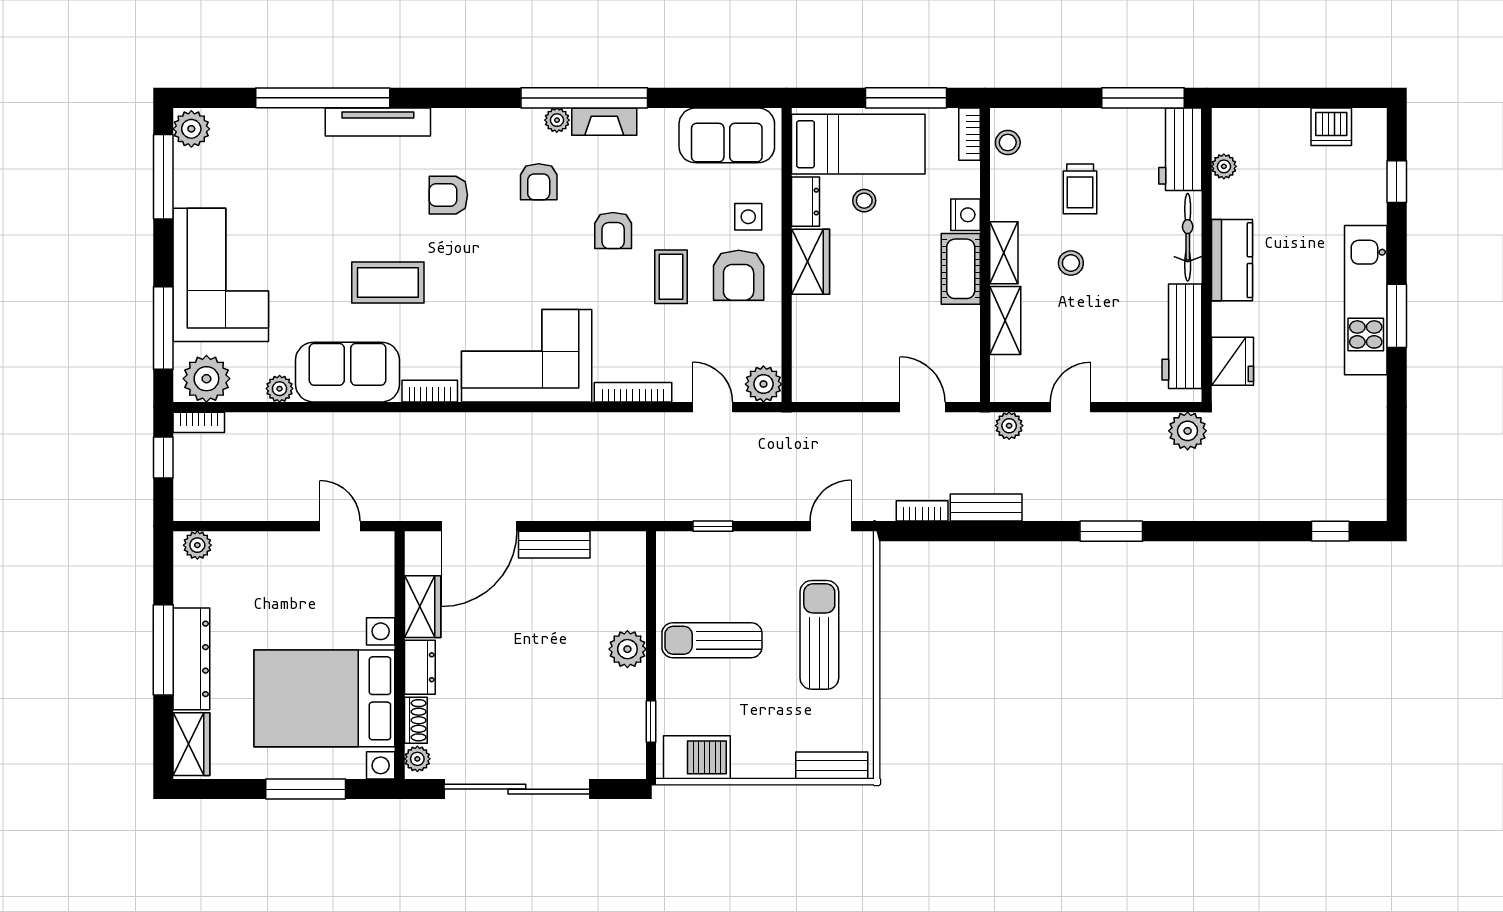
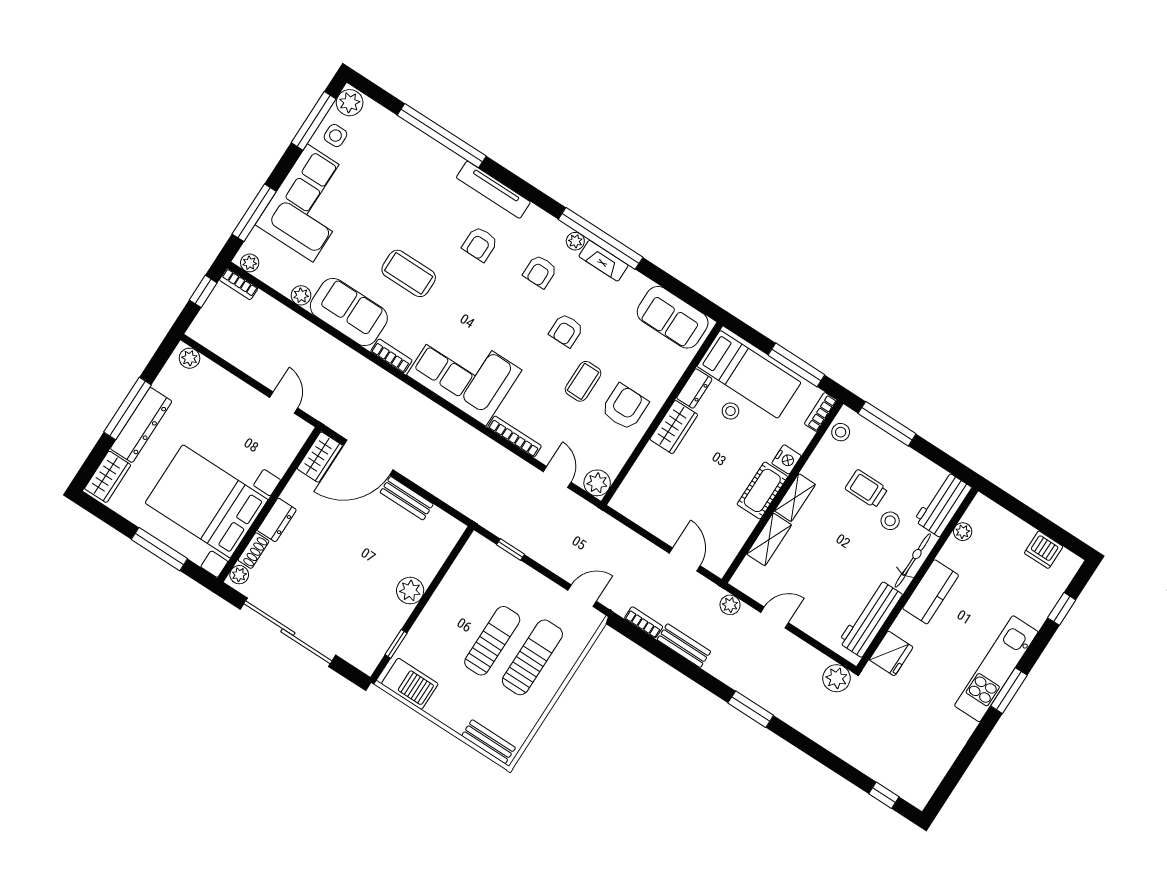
window: (1143, 98) -> (887, 424), moved
tv unit: (378, 122) -> (493, 190), moved
trolley: (1080, 189) -> (866, 489), turned 90
armchair: (448, 195) -> (480, 244), turned -90
side table: (748, 217) -> (335, 136), moved
stool: (1071, 263) -> (890, 521), moved
armchair: (739, 275) -> (625, 407), turned 180
plant: (206, 379) -> (250, 263), width x0.53, depth x0.53
wardrobe: (423, 607) -> (320, 457), moved
sun lounger: (712, 640) -> (492, 641), moved, turned 90

